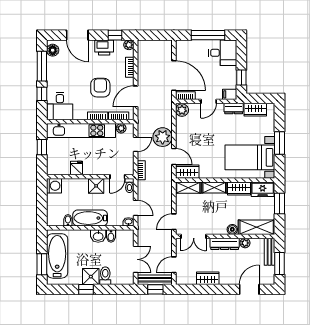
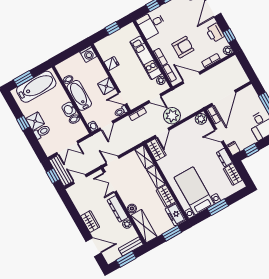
kitchen unit: (81, 131) -> (146, 58), width x0.73
wardrobe: (208, 278) -> (90, 222), moved

